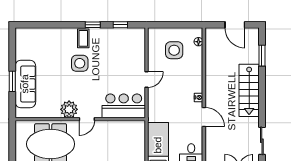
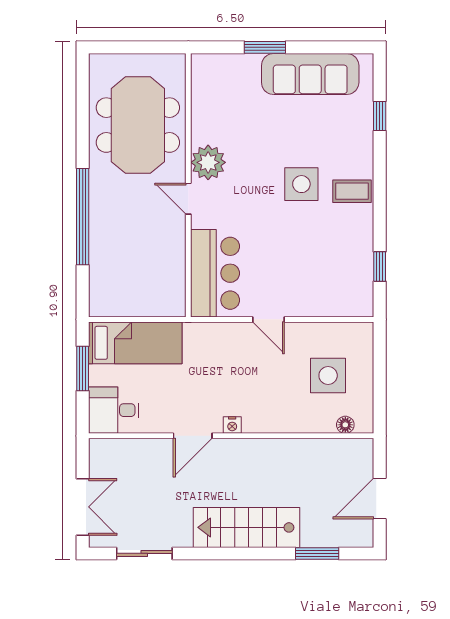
window: (93, 25) -> (380, 116), moved
sofa: (25, 84) -> (310, 74), moved

